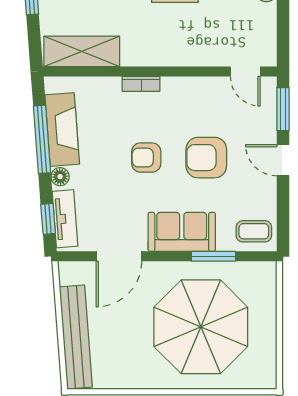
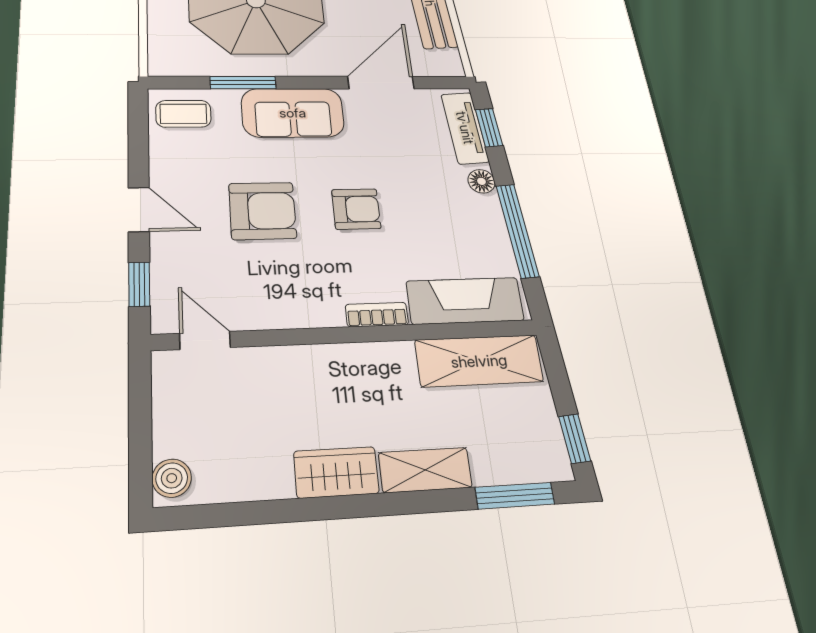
window: (283, 109) -> (139, 284), width x0.67
fireplace: (62, 130) -> (465, 301), moved, turned 94

